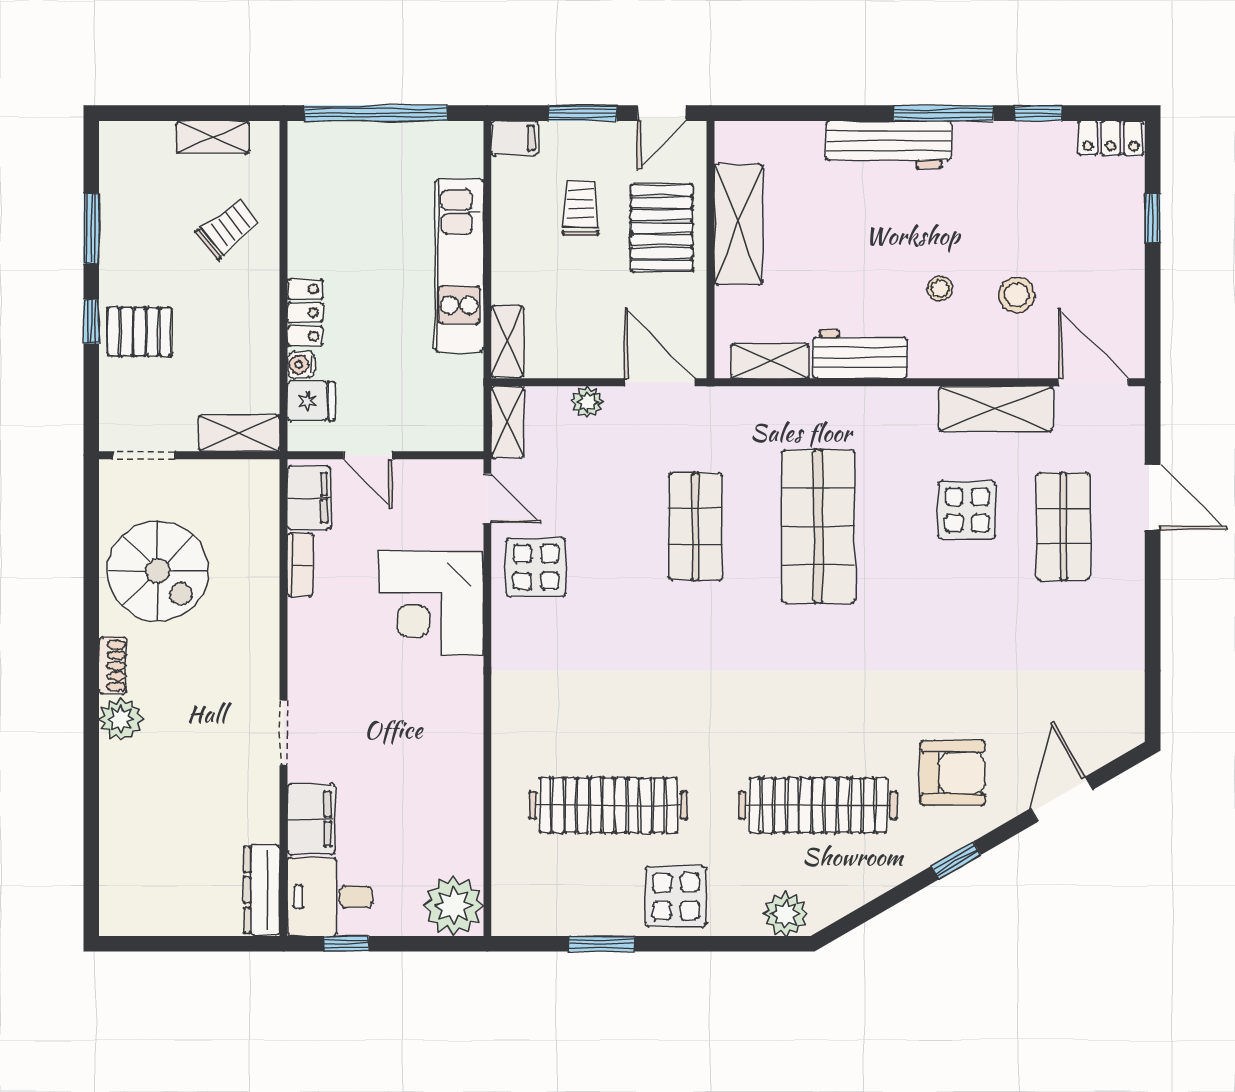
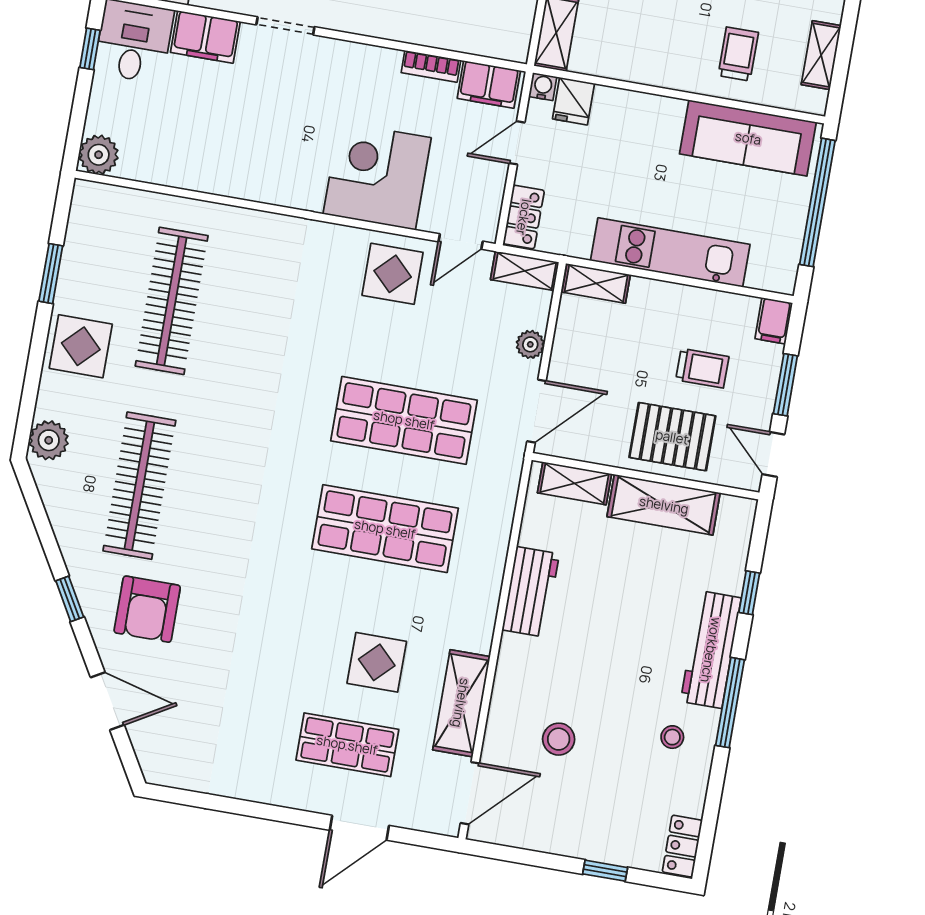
window: (1038, 113) -> (749, 593), moved
sofa: (318, 202) -> (748, 138), added
trolley: (227, 229) -> (738, 54), turned -141
stool: (940, 289) -> (672, 737), moved
locker: (305, 313) -> (524, 217), moved, turned -90
shelving: (770, 361) -> (574, 483), moved, turned 90
water cooler: (301, 365) -> (543, 87), moved
shop shelf: (695, 526) -> (404, 420), width x1.43, depth x1.36
plant: (453, 906) -> (99, 155), width x0.73, depth x0.73

